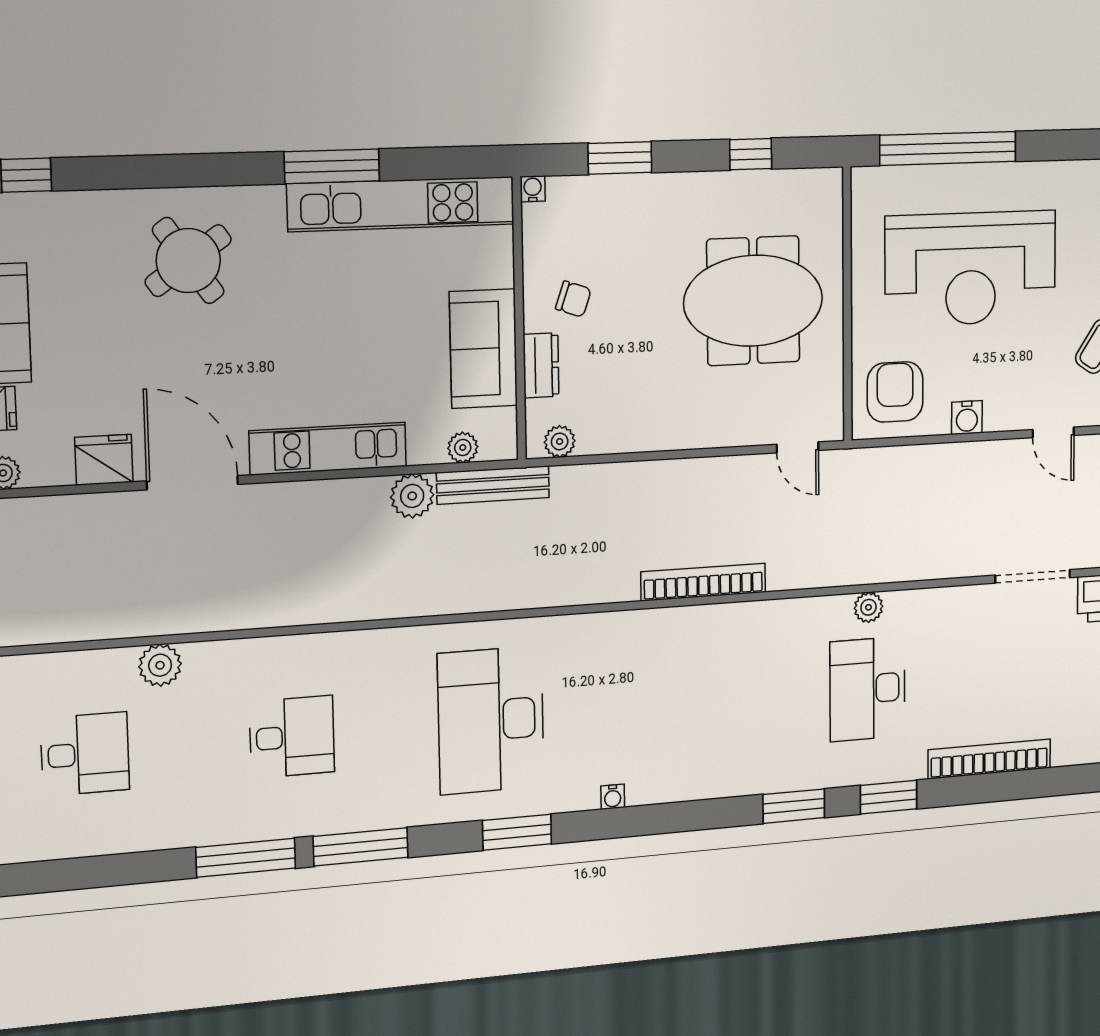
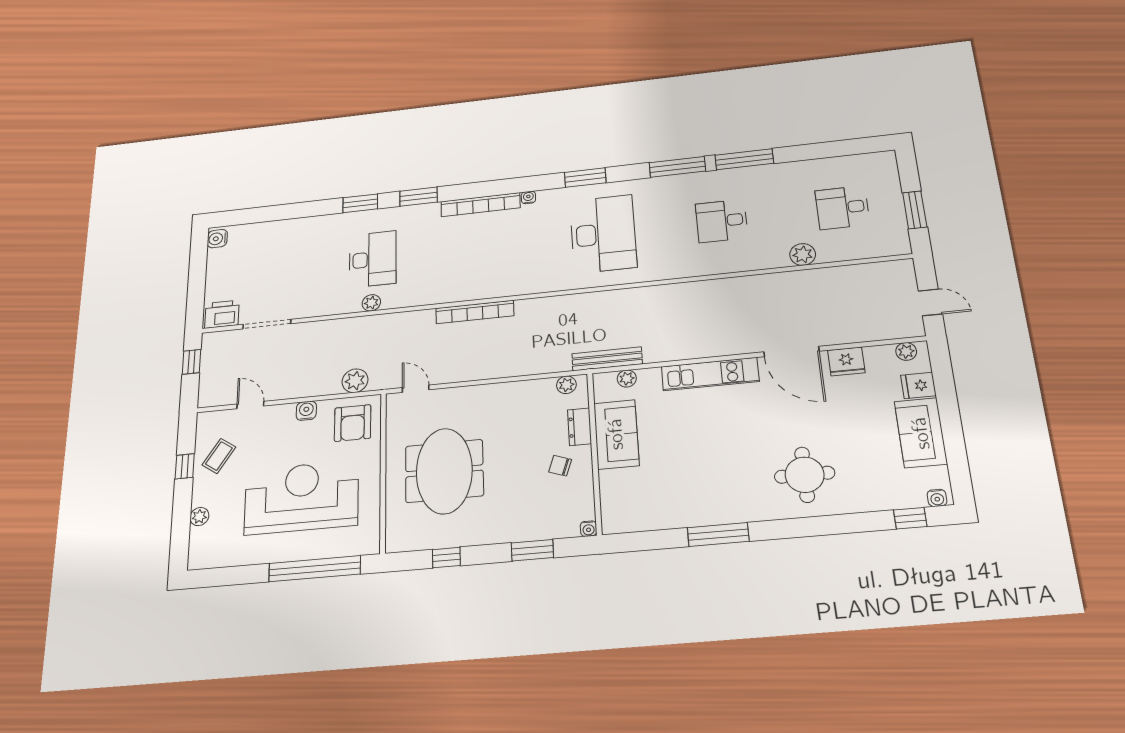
kitchen unit: (401, 204) -> (673, 515), removed
round table: (188, 261) -> (805, 475), turned 35
meeting table: (753, 301) -> (444, 471), turned 90
plant: (412, 496) -> (355, 381), moved
bookcase: (989, 759) -> (480, 205), moved

